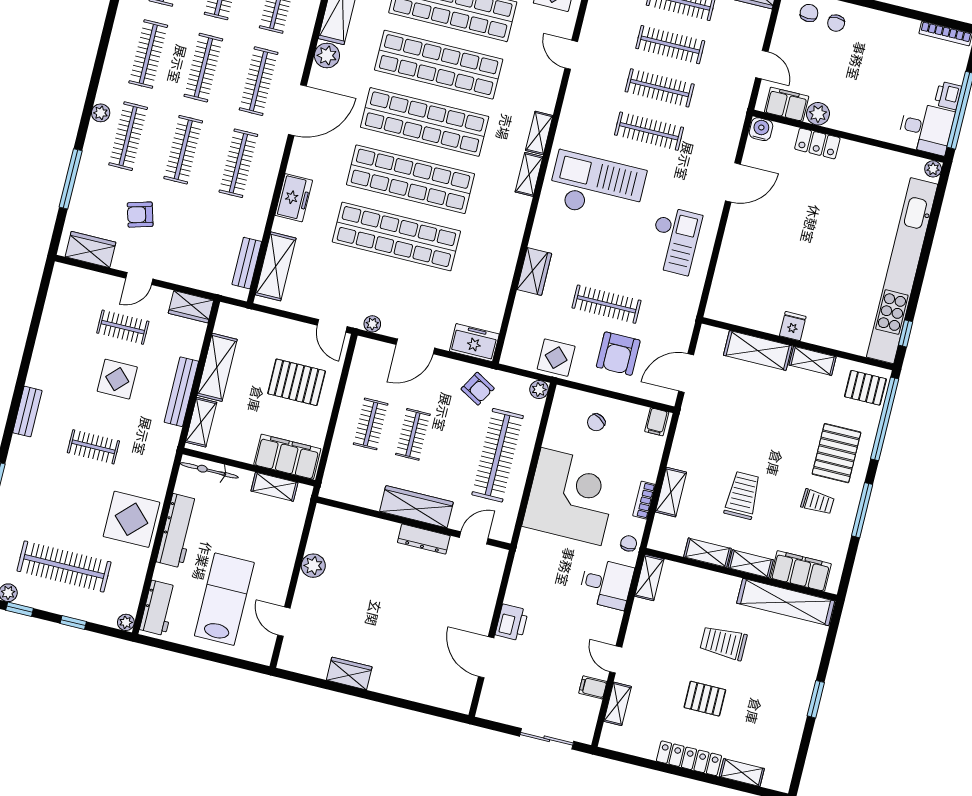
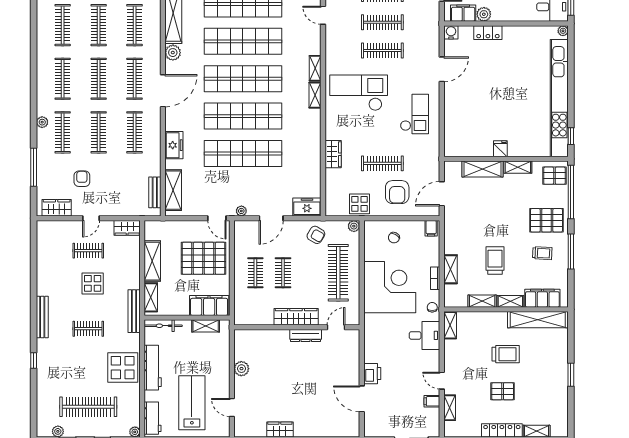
armchair: (140, 215) -> (82, 179), turned 106
pallet: (297, 382) -> (204, 258), width x1.37, depth x1.41
bench: (181, 392) -> (134, 311), moved
bench: (27, 412) -> (42, 317), width x1.36
pallet: (836, 453) -> (546, 220), turned 90
trolley: (723, 643) -> (506, 354), turned 180

